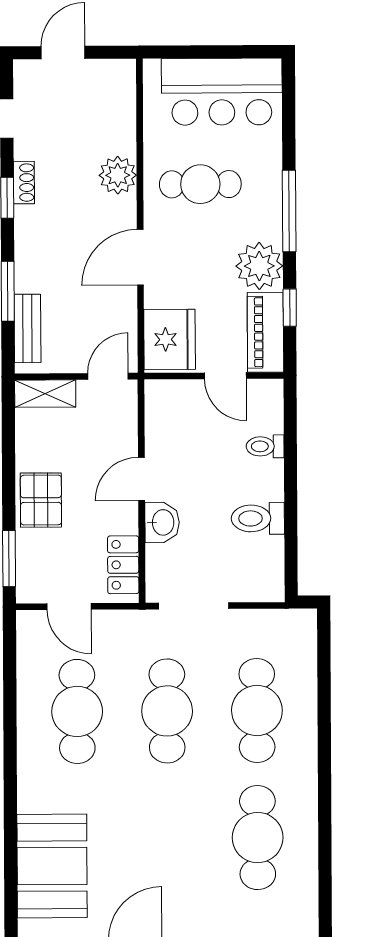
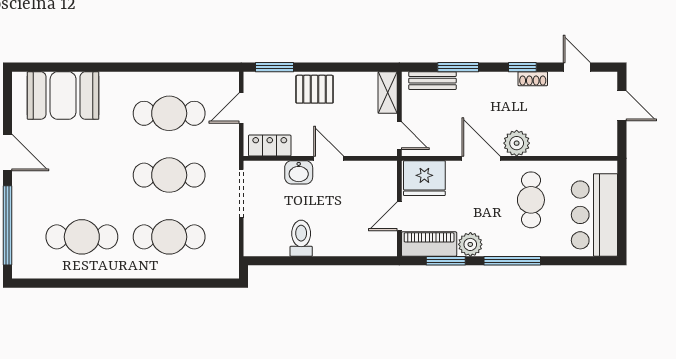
plant: (118, 175) -> (517, 143), moved
plant: (259, 266) -> (470, 244), width x0.73, depth x0.73
window: (290, 308) -> (446, 261), width x1.50
toilet: (265, 446) -> (351, 243), removed

